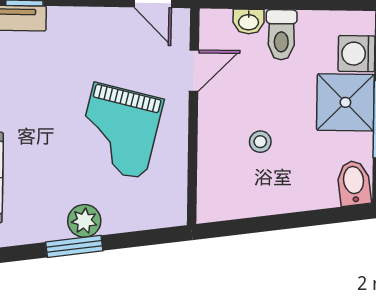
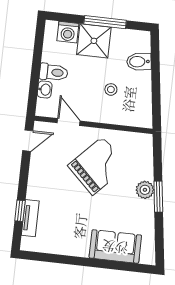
grand piano: (119, 131) -> (98, 166), turned -59
bidet: (354, 183) -> (139, 62), moved

